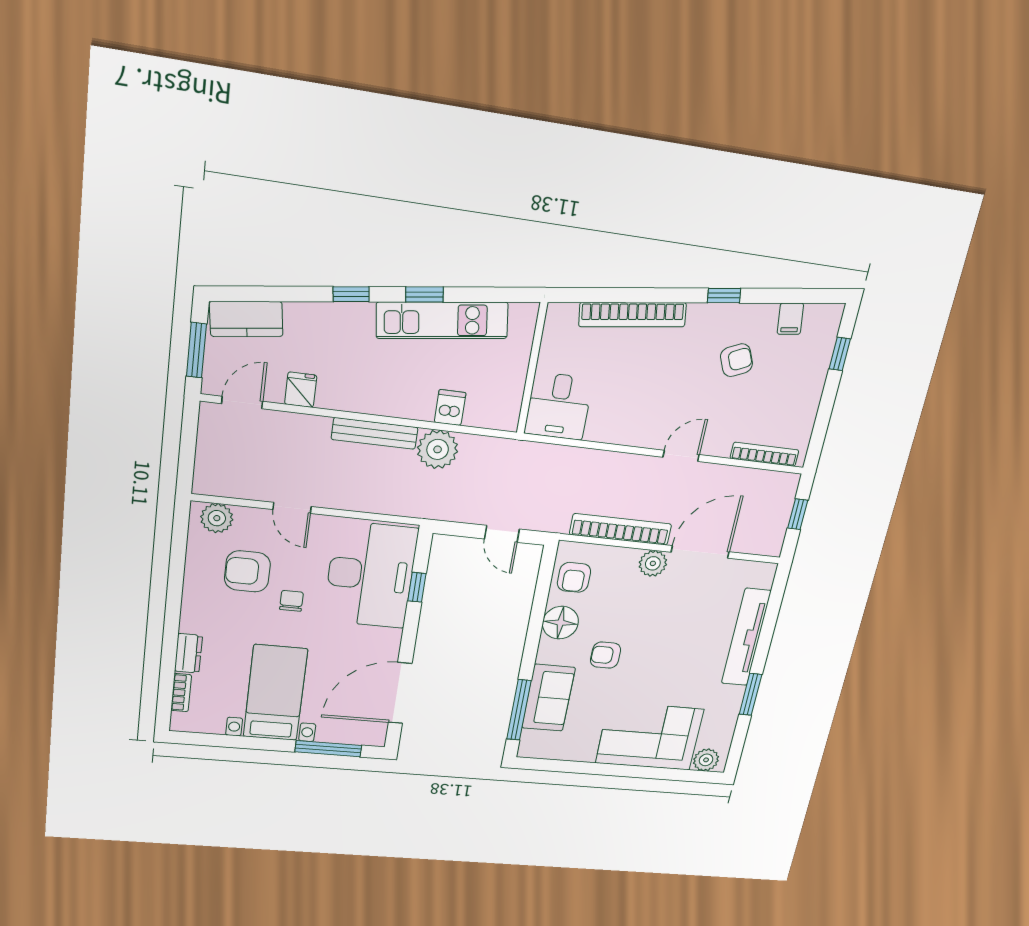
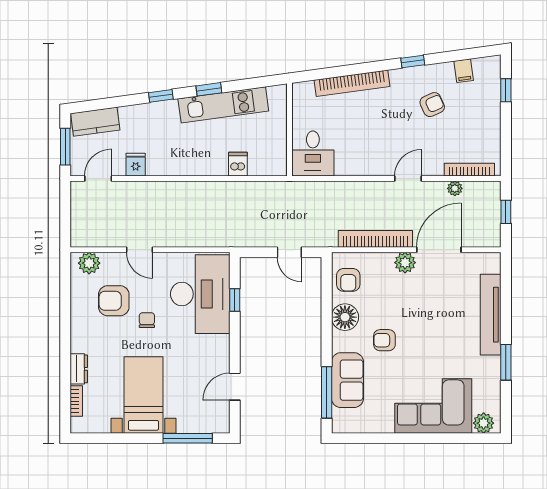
bench: (375, 433) -> (189, 189), removed
plant: (438, 449) -> (455, 188), moved, width x0.53, depth x0.53
door: (400, 693) -> (235, 387), width x0.53

